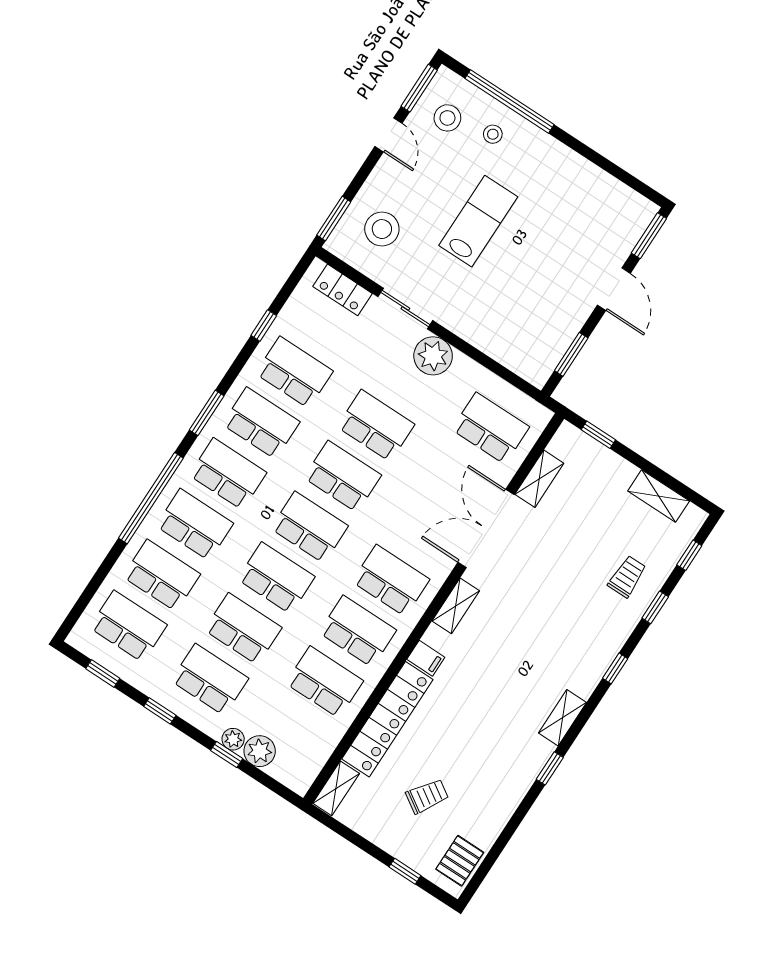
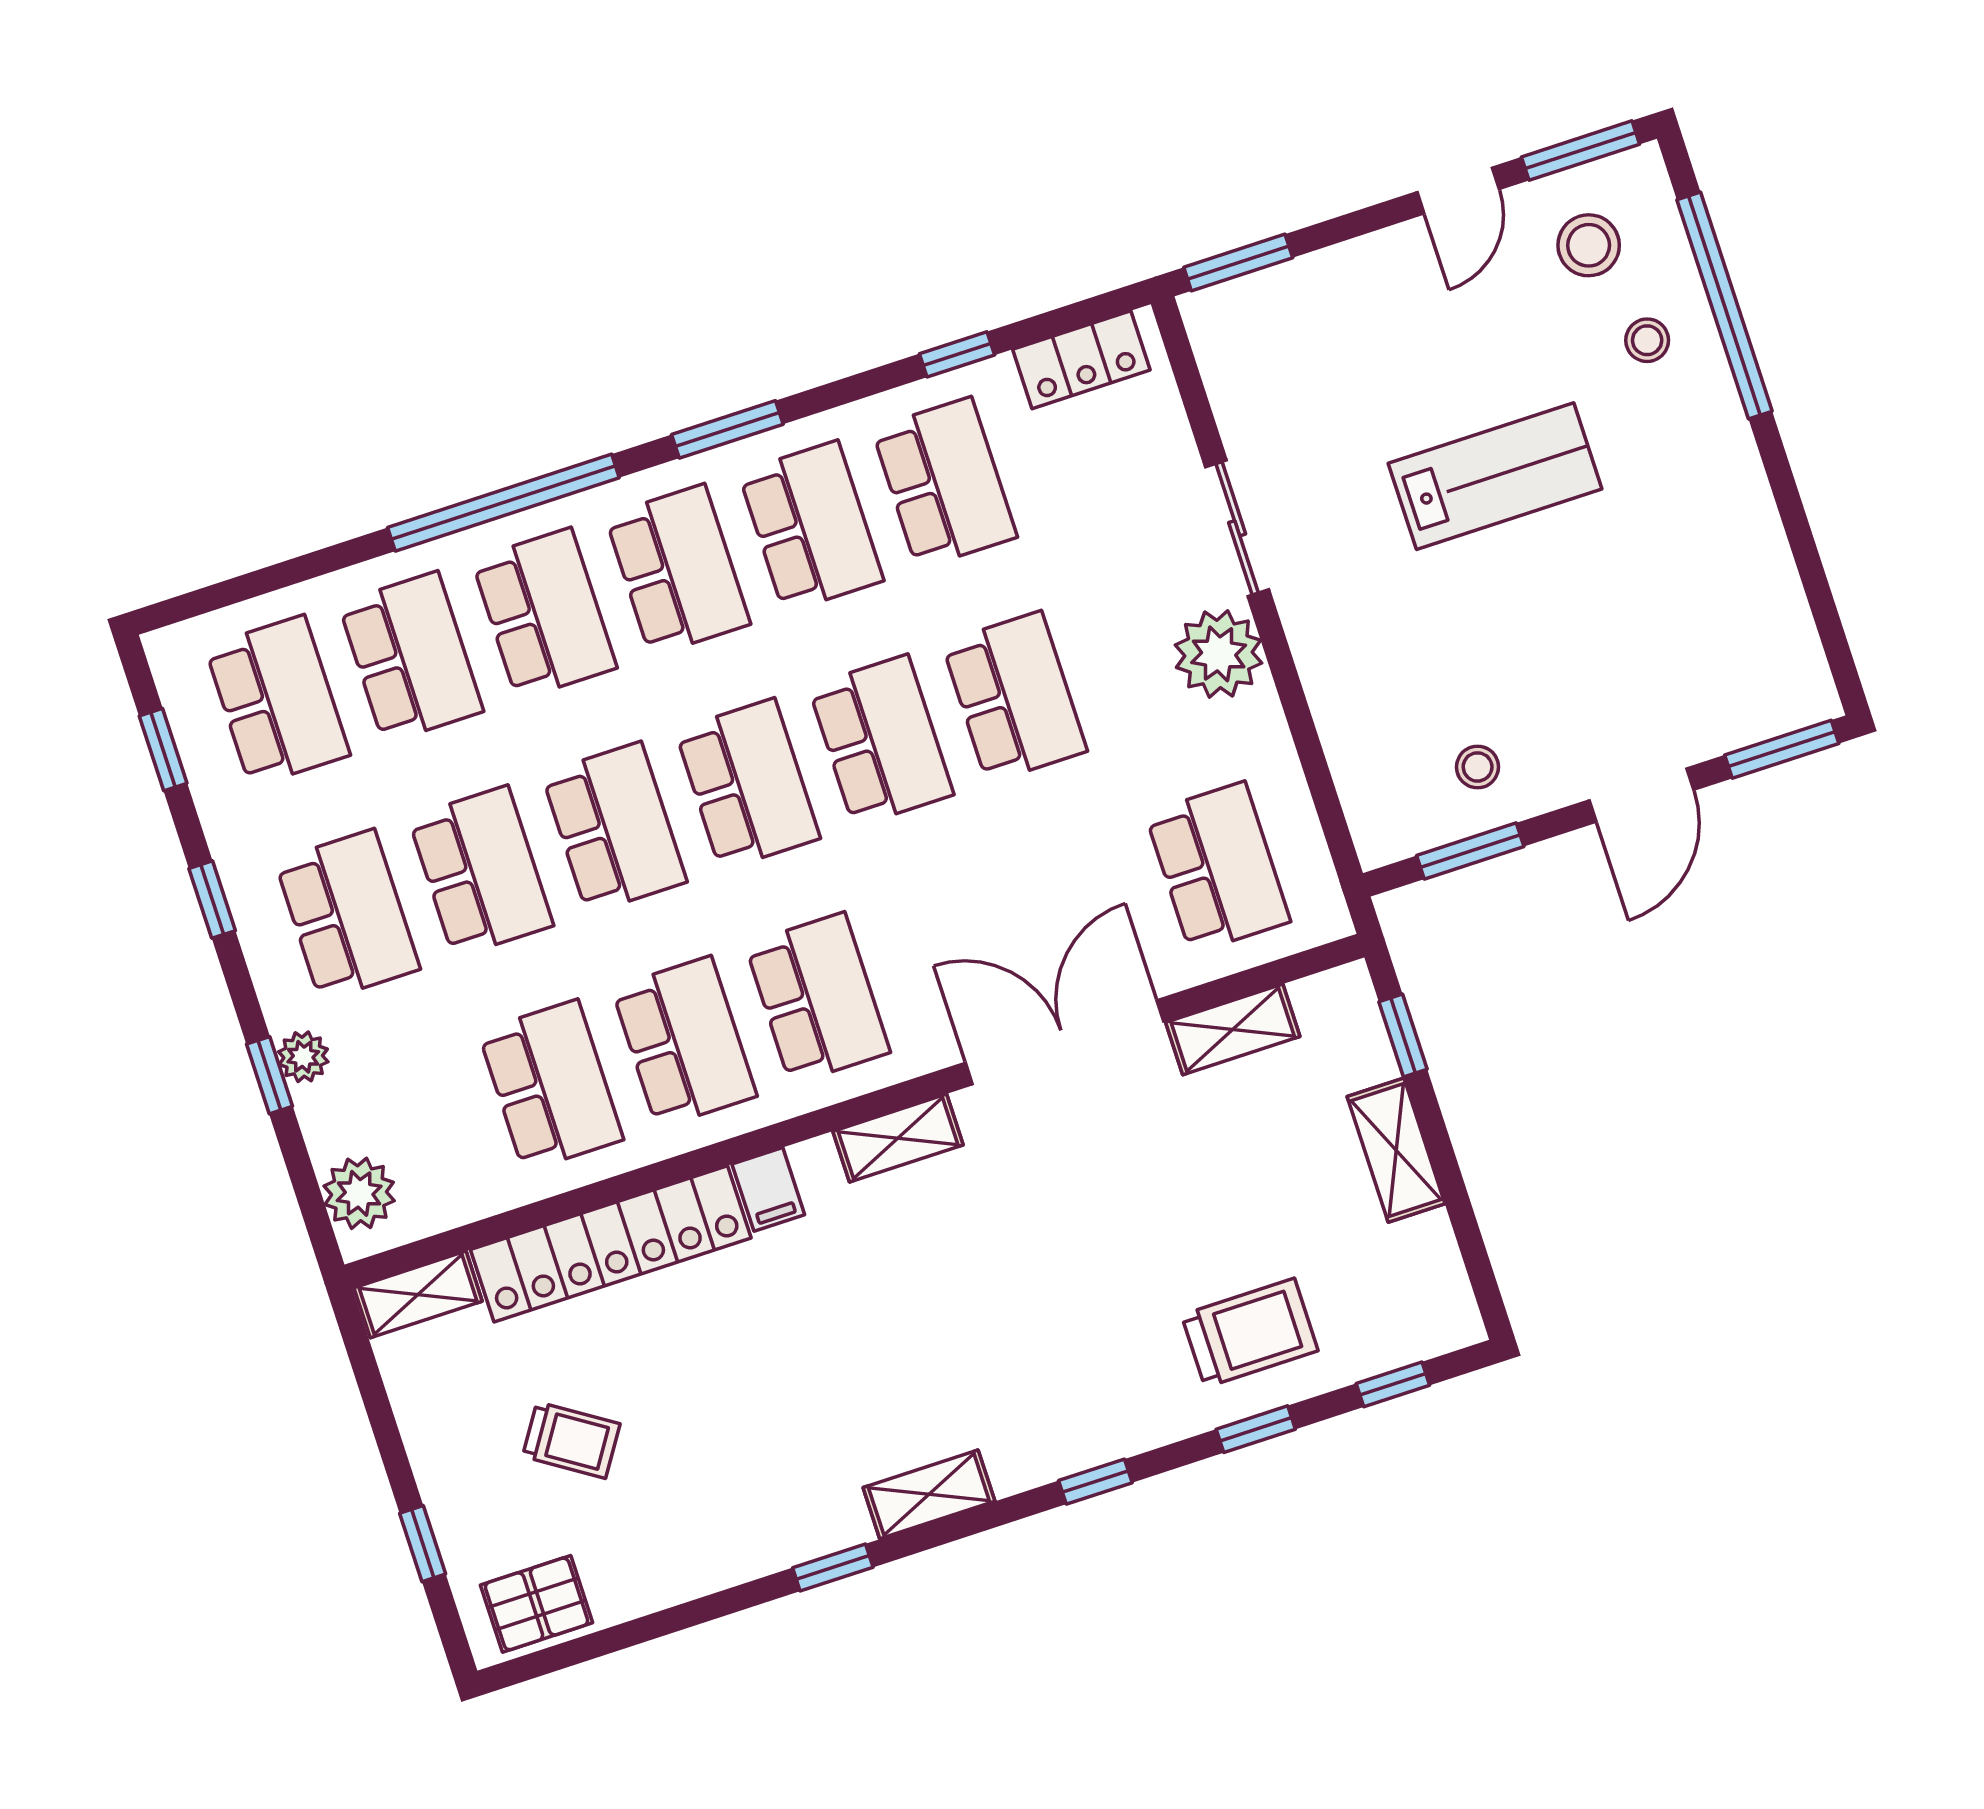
stool: (382, 229) -> (1478, 767), moved, width x0.53, depth x0.53
locker: (343, 290) -> (1081, 360), moved, turned -90
shelving: (659, 496) -> (1396, 1150), moved
trolley: (627, 577) -> (1250, 1333), width x1.36, depth x1.39
plant: (260, 751) -> (359, 1193), moved

